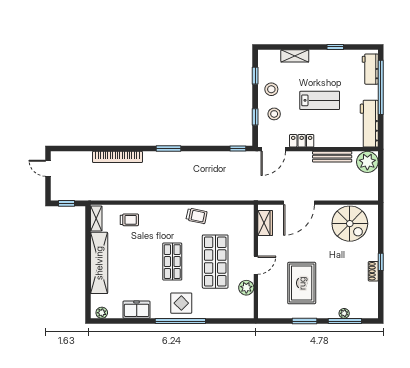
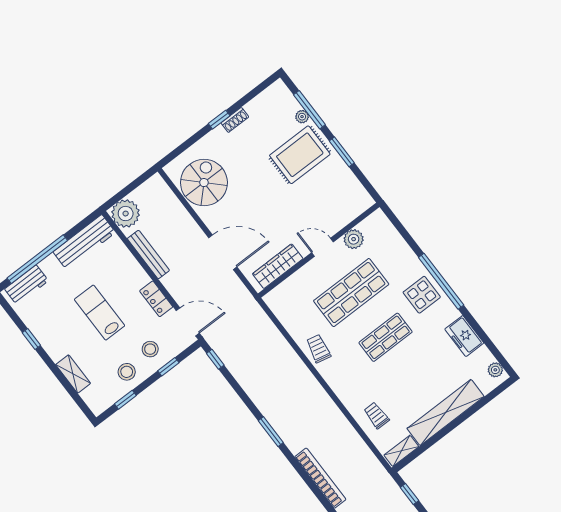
wardrobe: (265, 223) -> (278, 266), width x1.50
rug: (302, 283) -> (300, 155), moved

